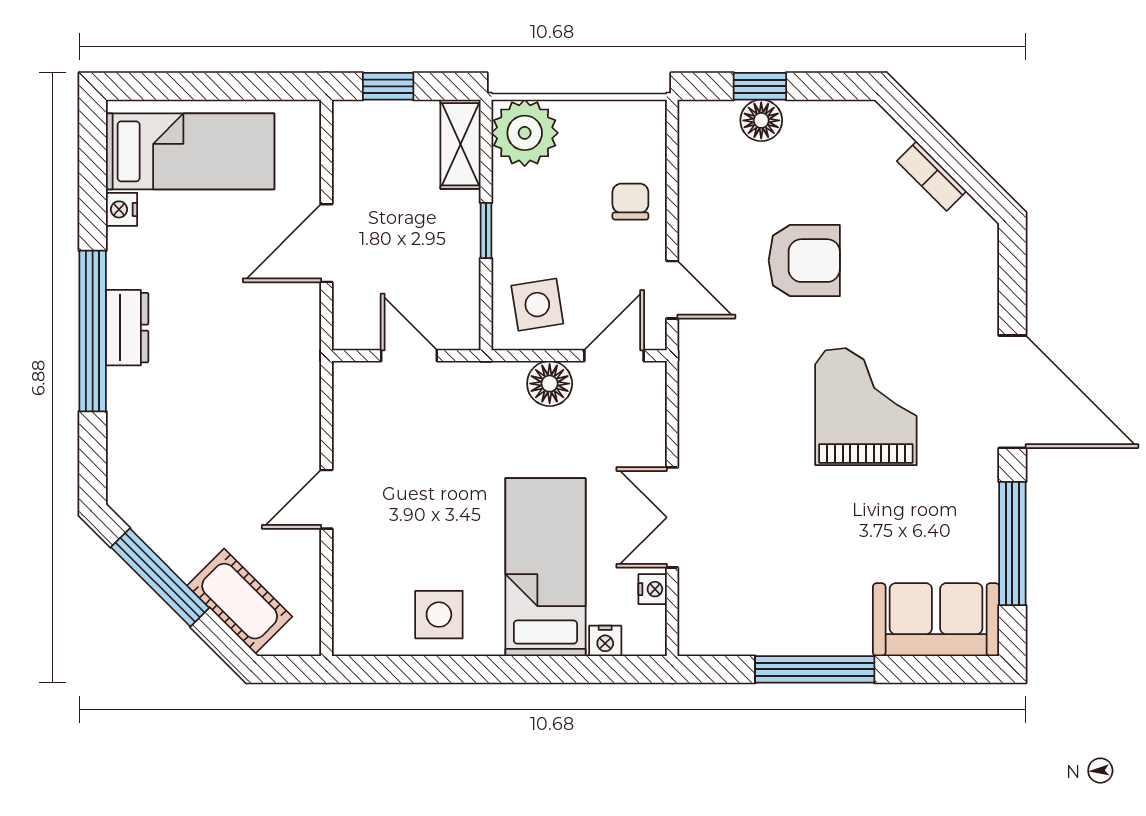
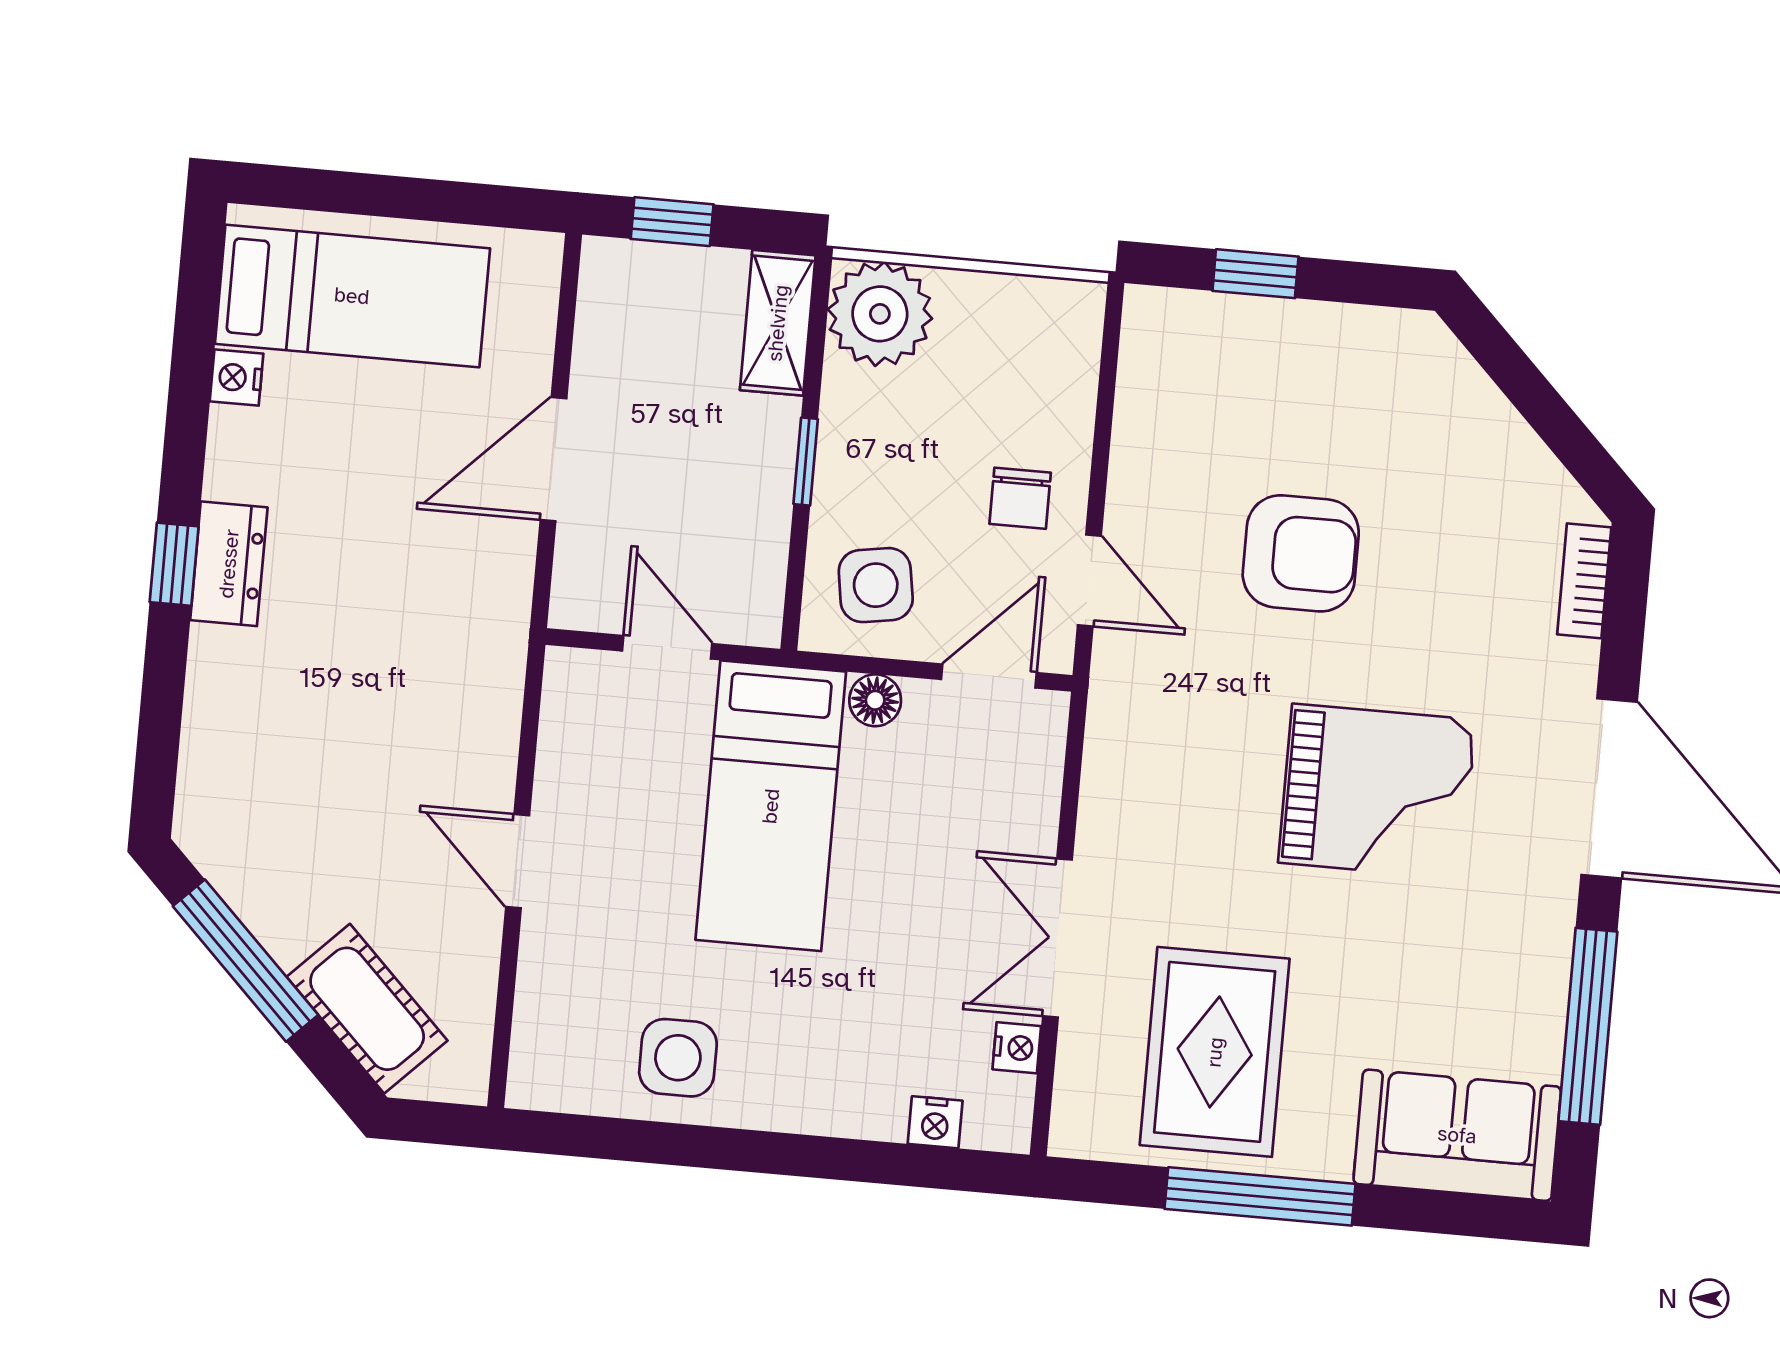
floor lamp: (761, 120) -> (1253, 327), removed
bookcase: (932, 176) -> (1584, 581), moved, turned 45
chair: (630, 202) -> (1020, 498), moved, turned 180
window: (93, 331) -> (174, 564), width x0.32
floor lamp: (550, 384) -> (875, 700), width x0.73, depth x0.73
grand piano: (866, 407) -> (1377, 791), turned 90
door: (327, 499) -> (518, 861), hinge flipped
bed: (545, 567) -> (771, 806), moved, turned 180
rug: (778, 581) -> (1215, 1052), added

